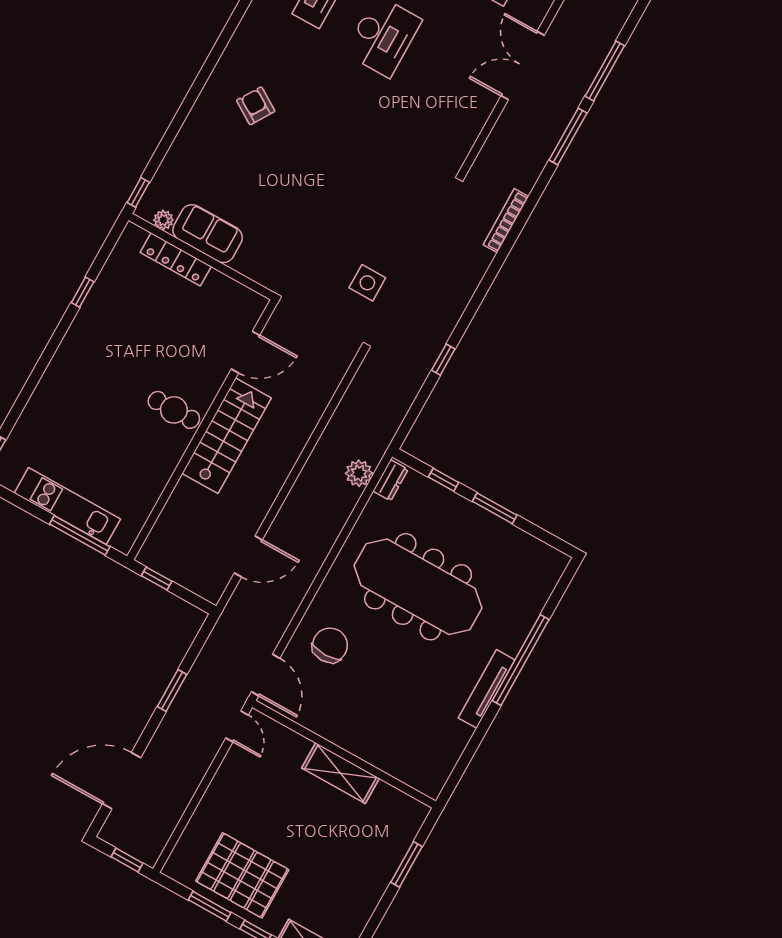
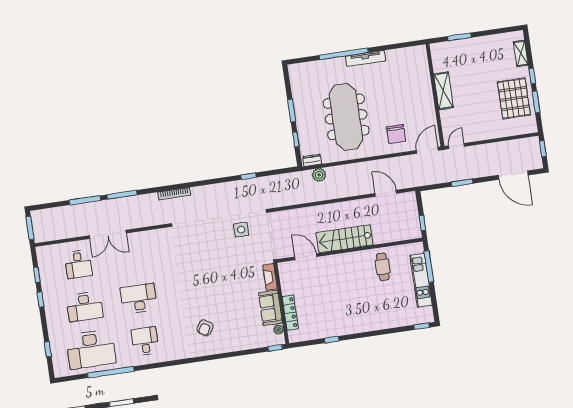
fireplace: (257, 271) -> (270, 277), added
cafe table: (174, 410) -> (383, 267), moved
chair: (330, 645) -> (396, 134), turned -90

